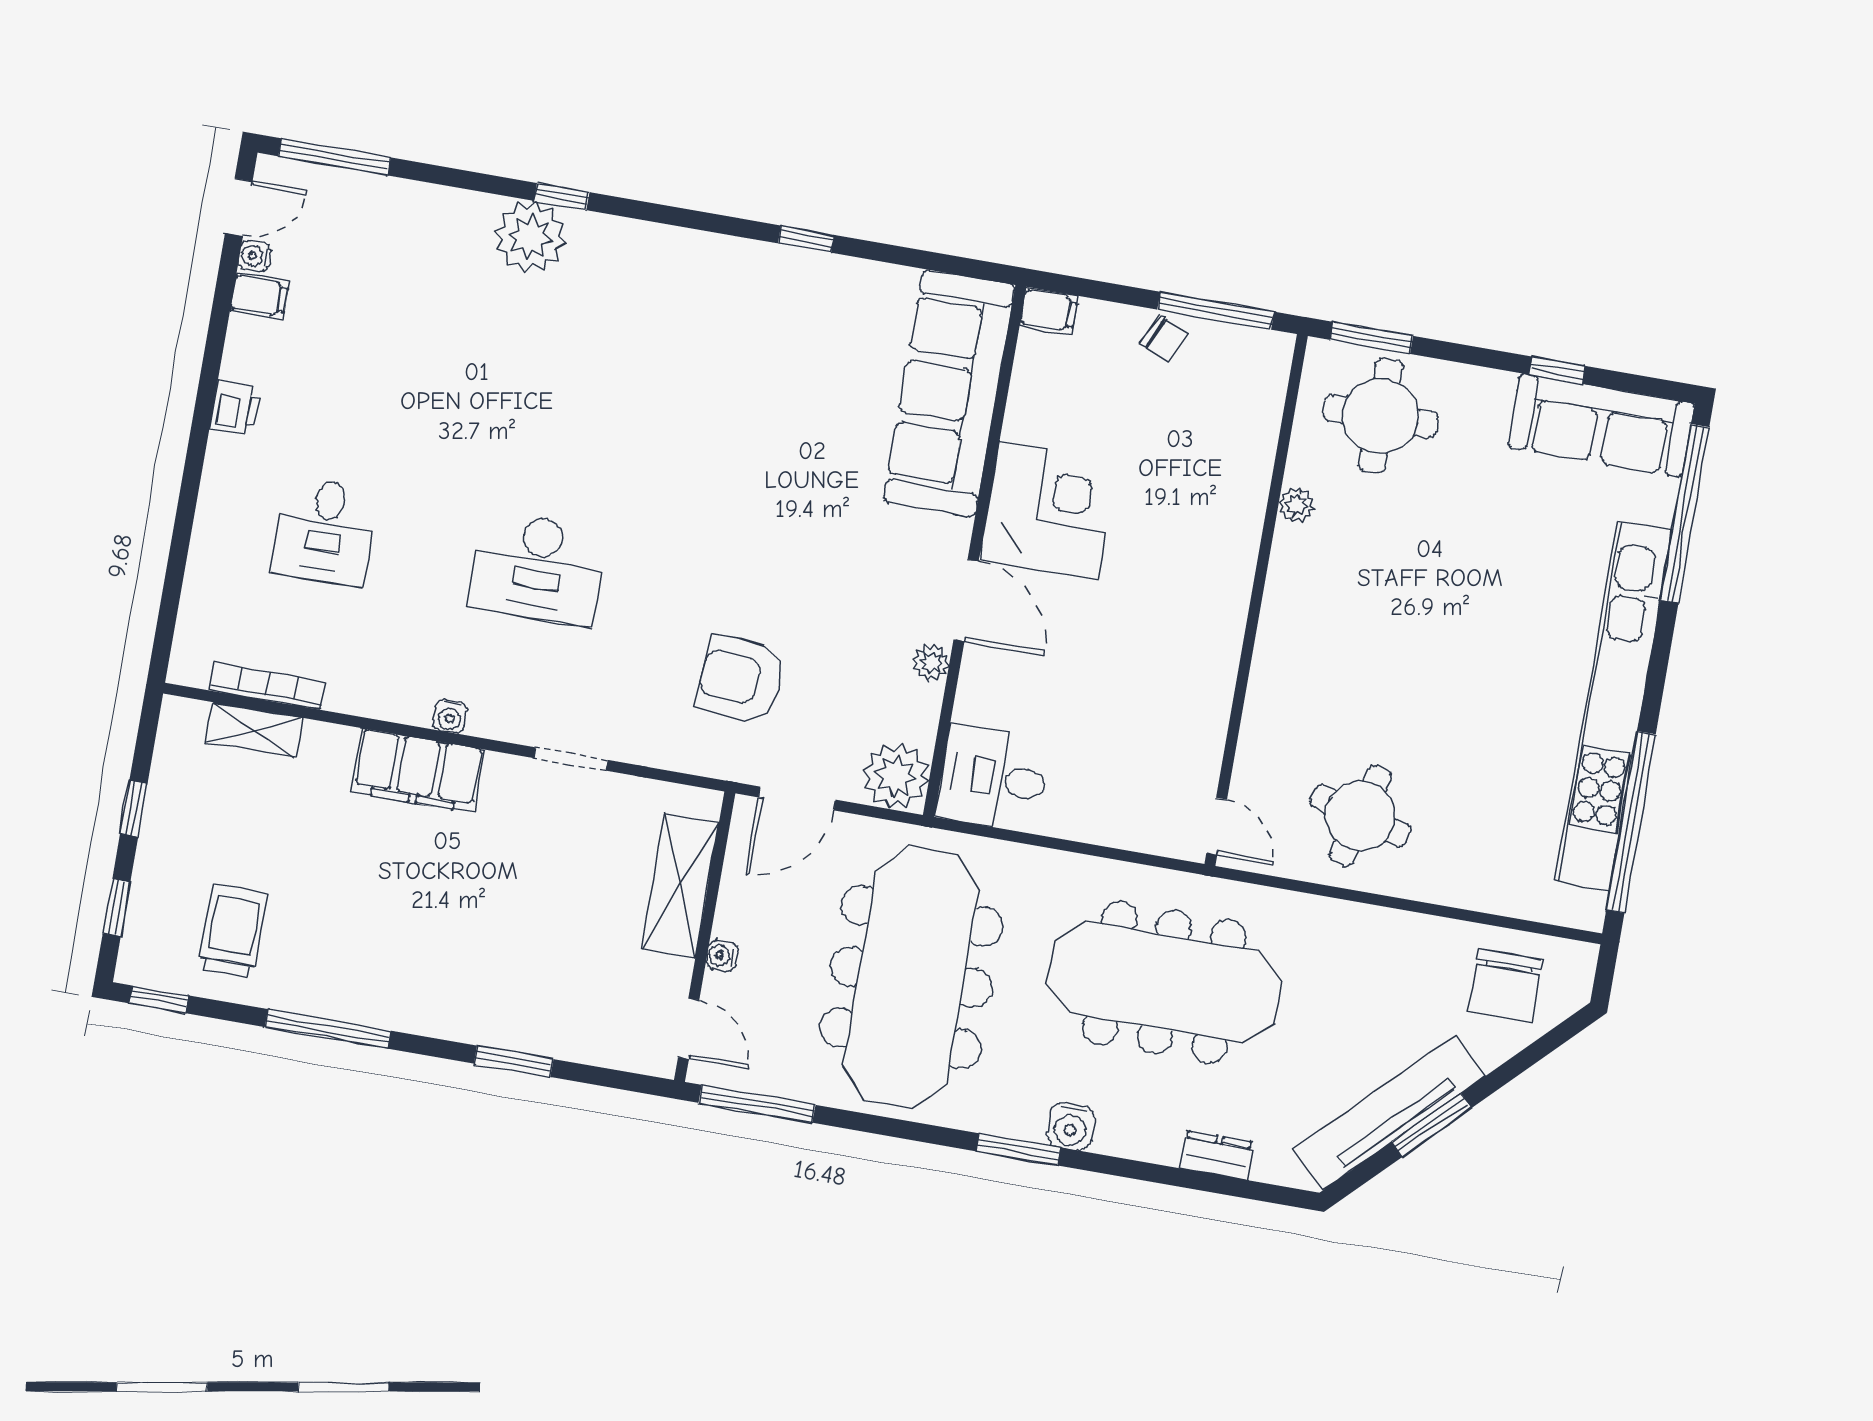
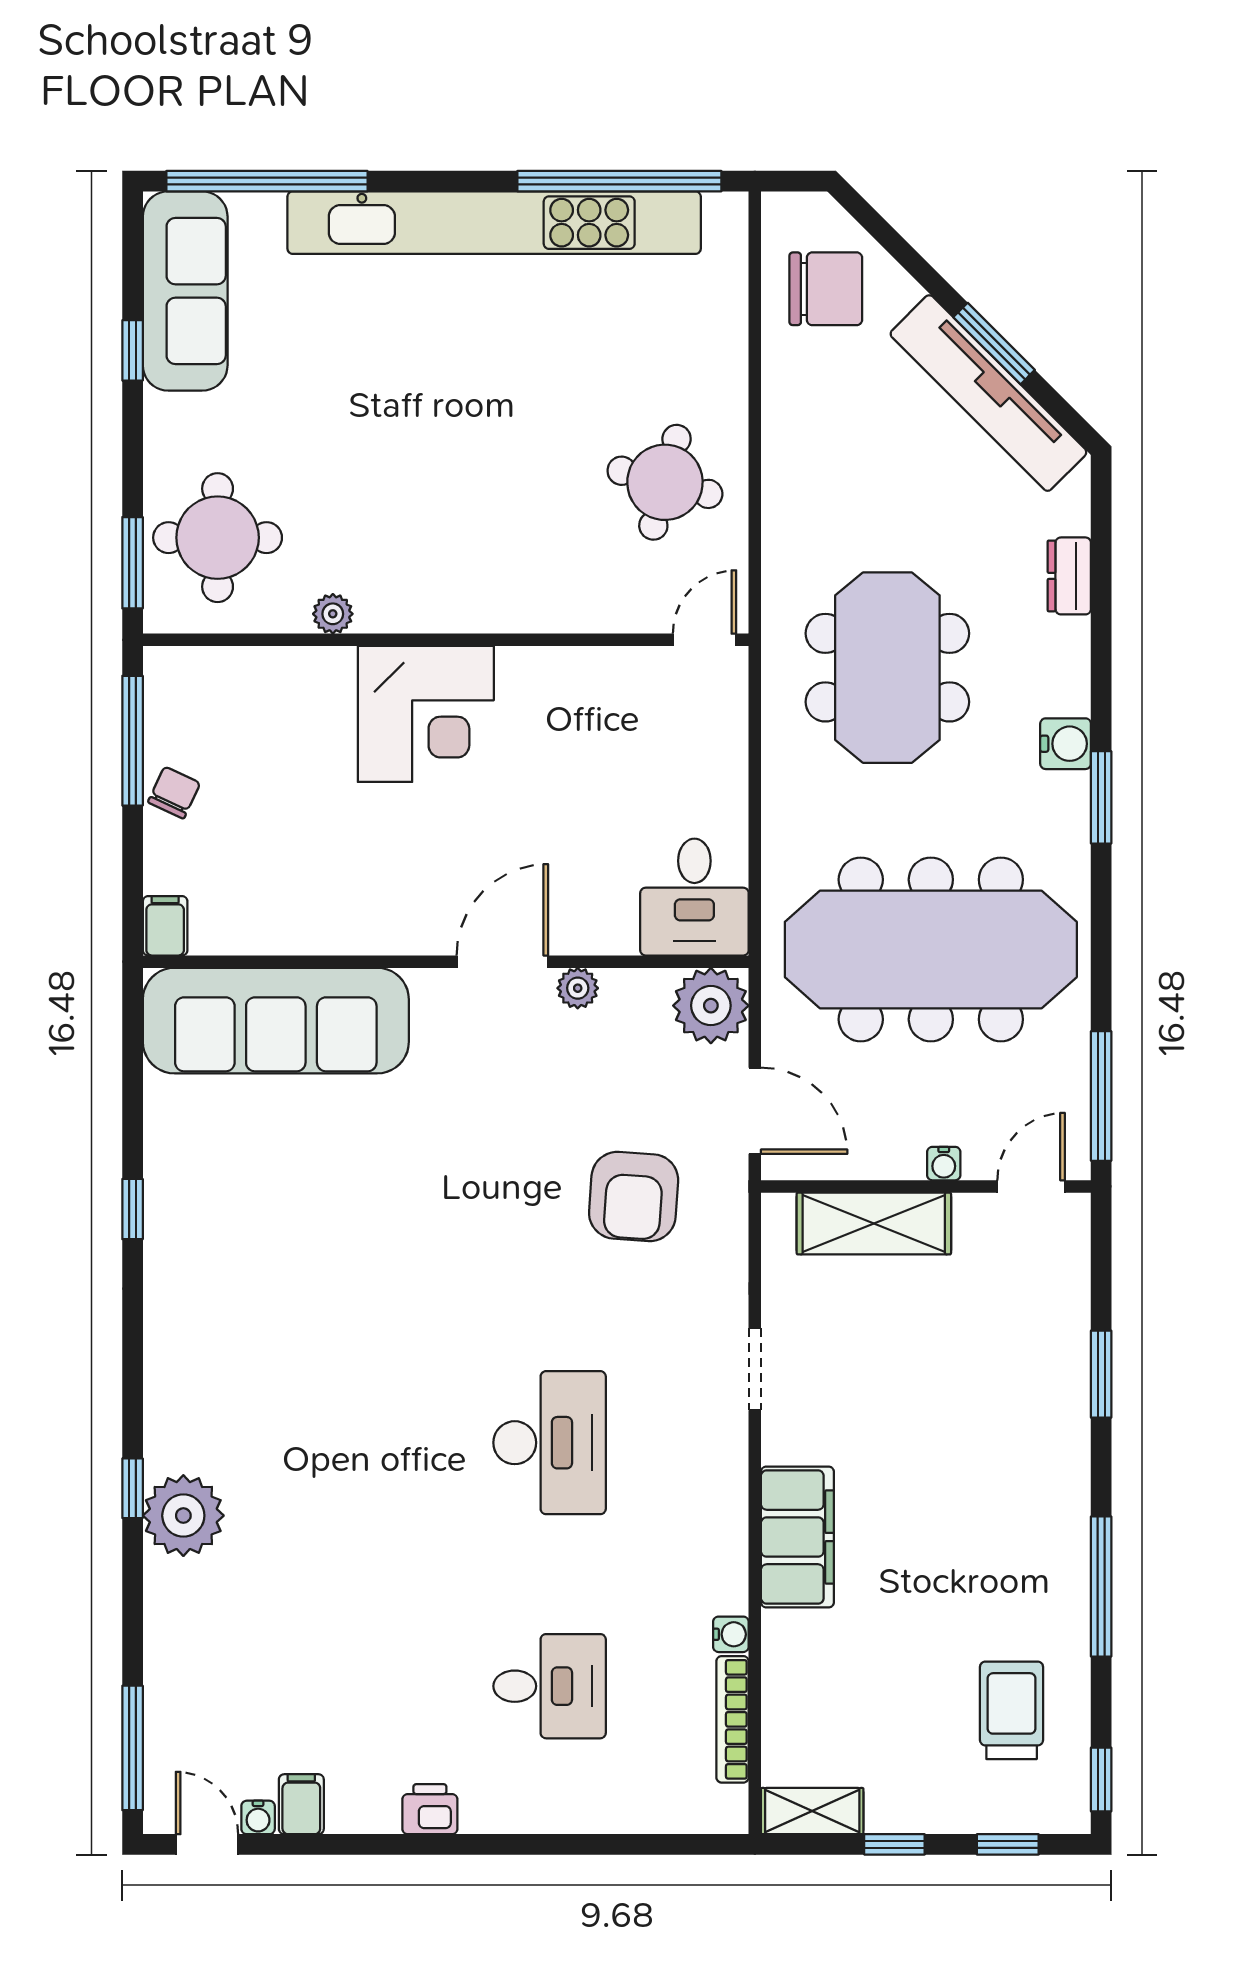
corner desk: (1048, 511) -> (426, 714), moved, turned 180
water cooler: (450, 716) -> (731, 1634), moved
shelving: (254, 730) -> (812, 1811), moved, turned 90
trolley: (233, 932) -> (1012, 1710), turned 90
meeting table: (1164, 982) -> (887, 668), width x0.73

